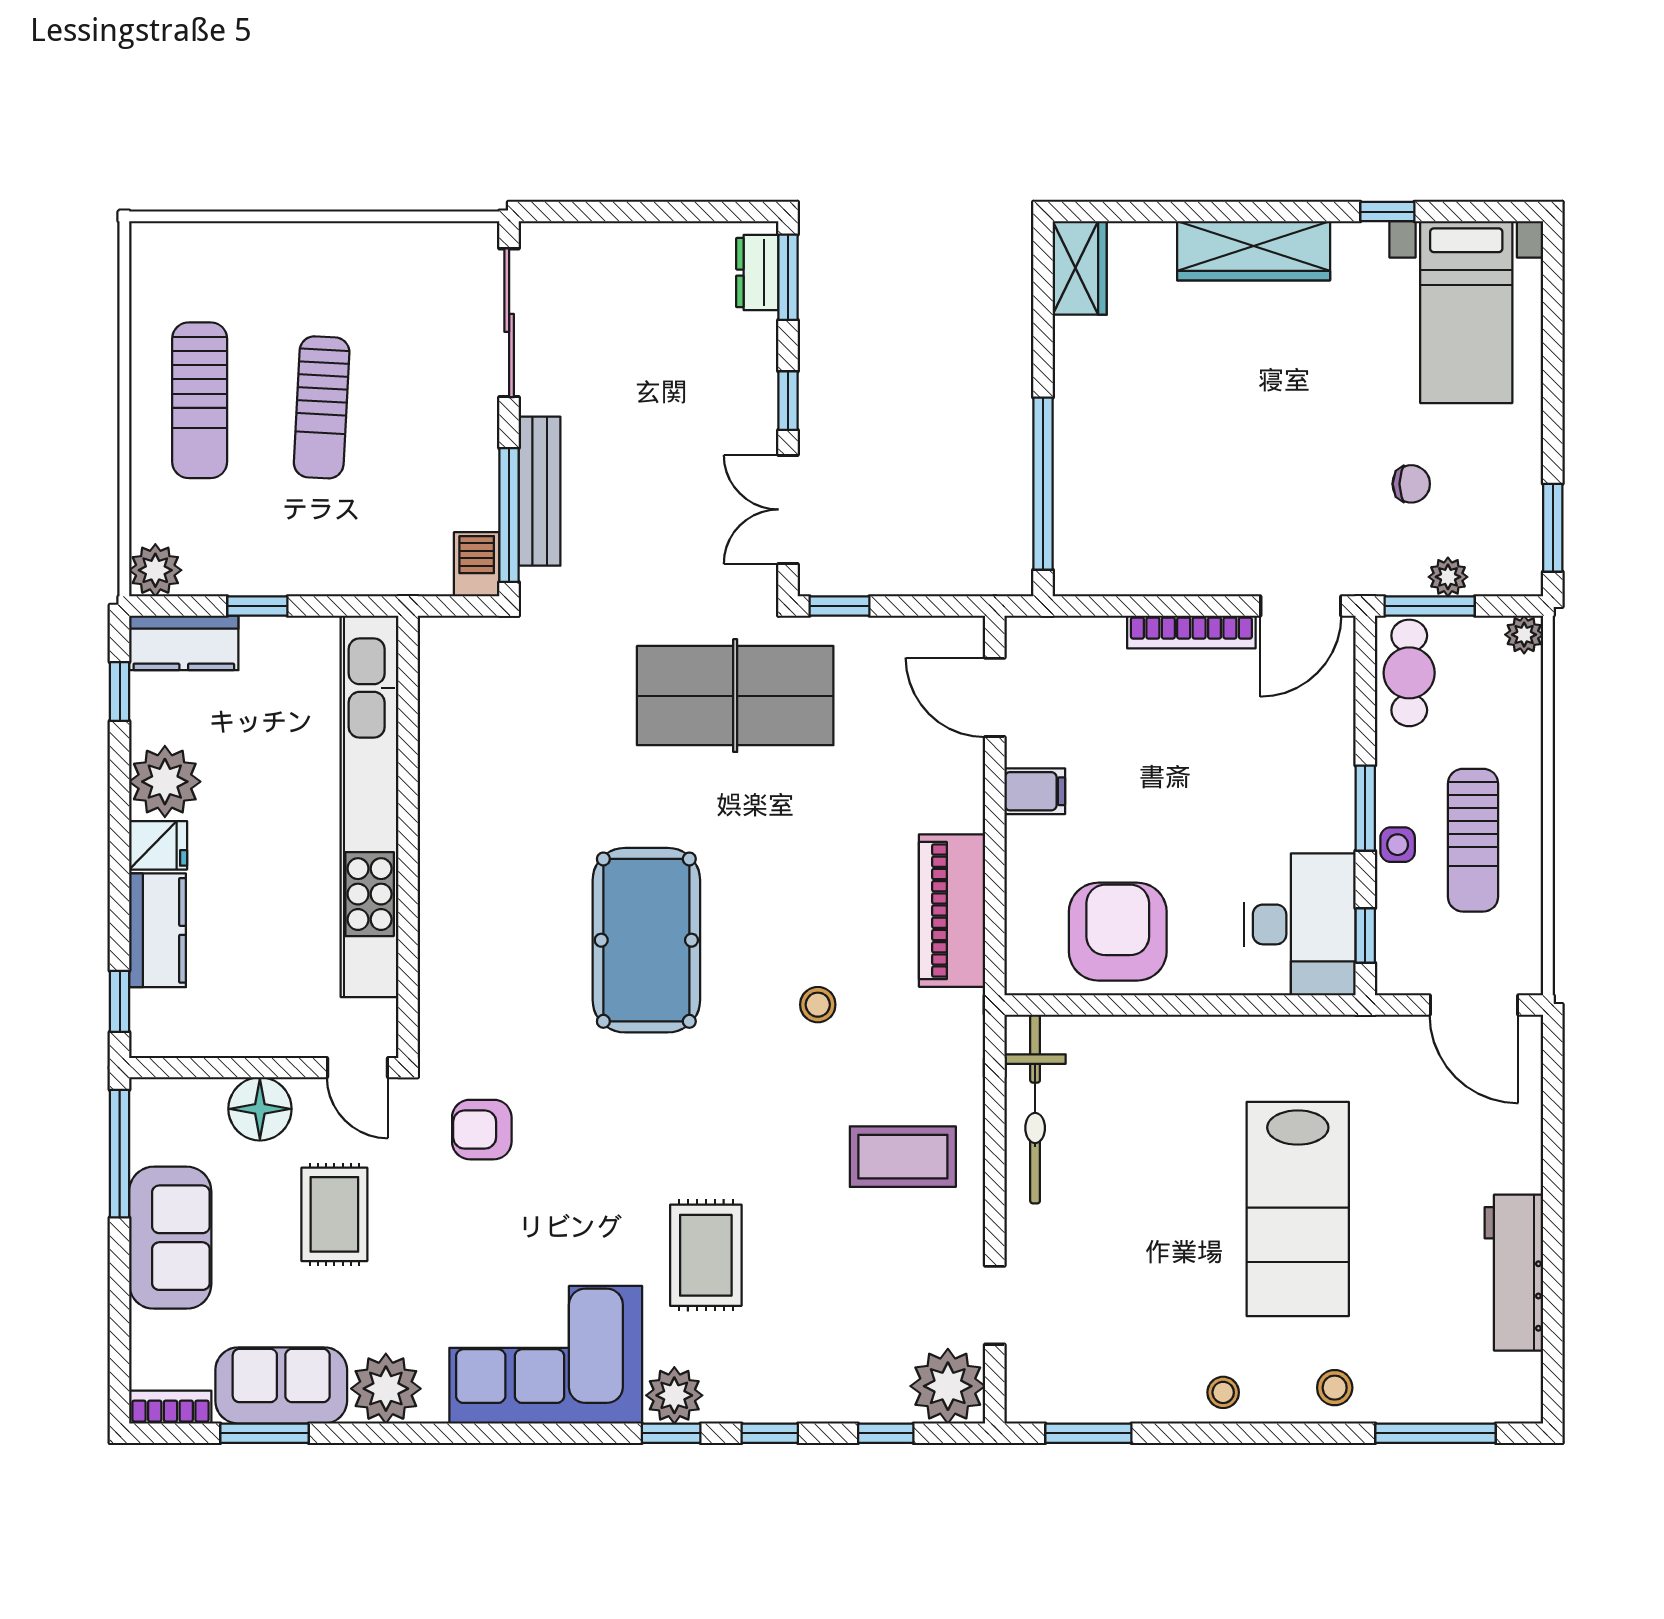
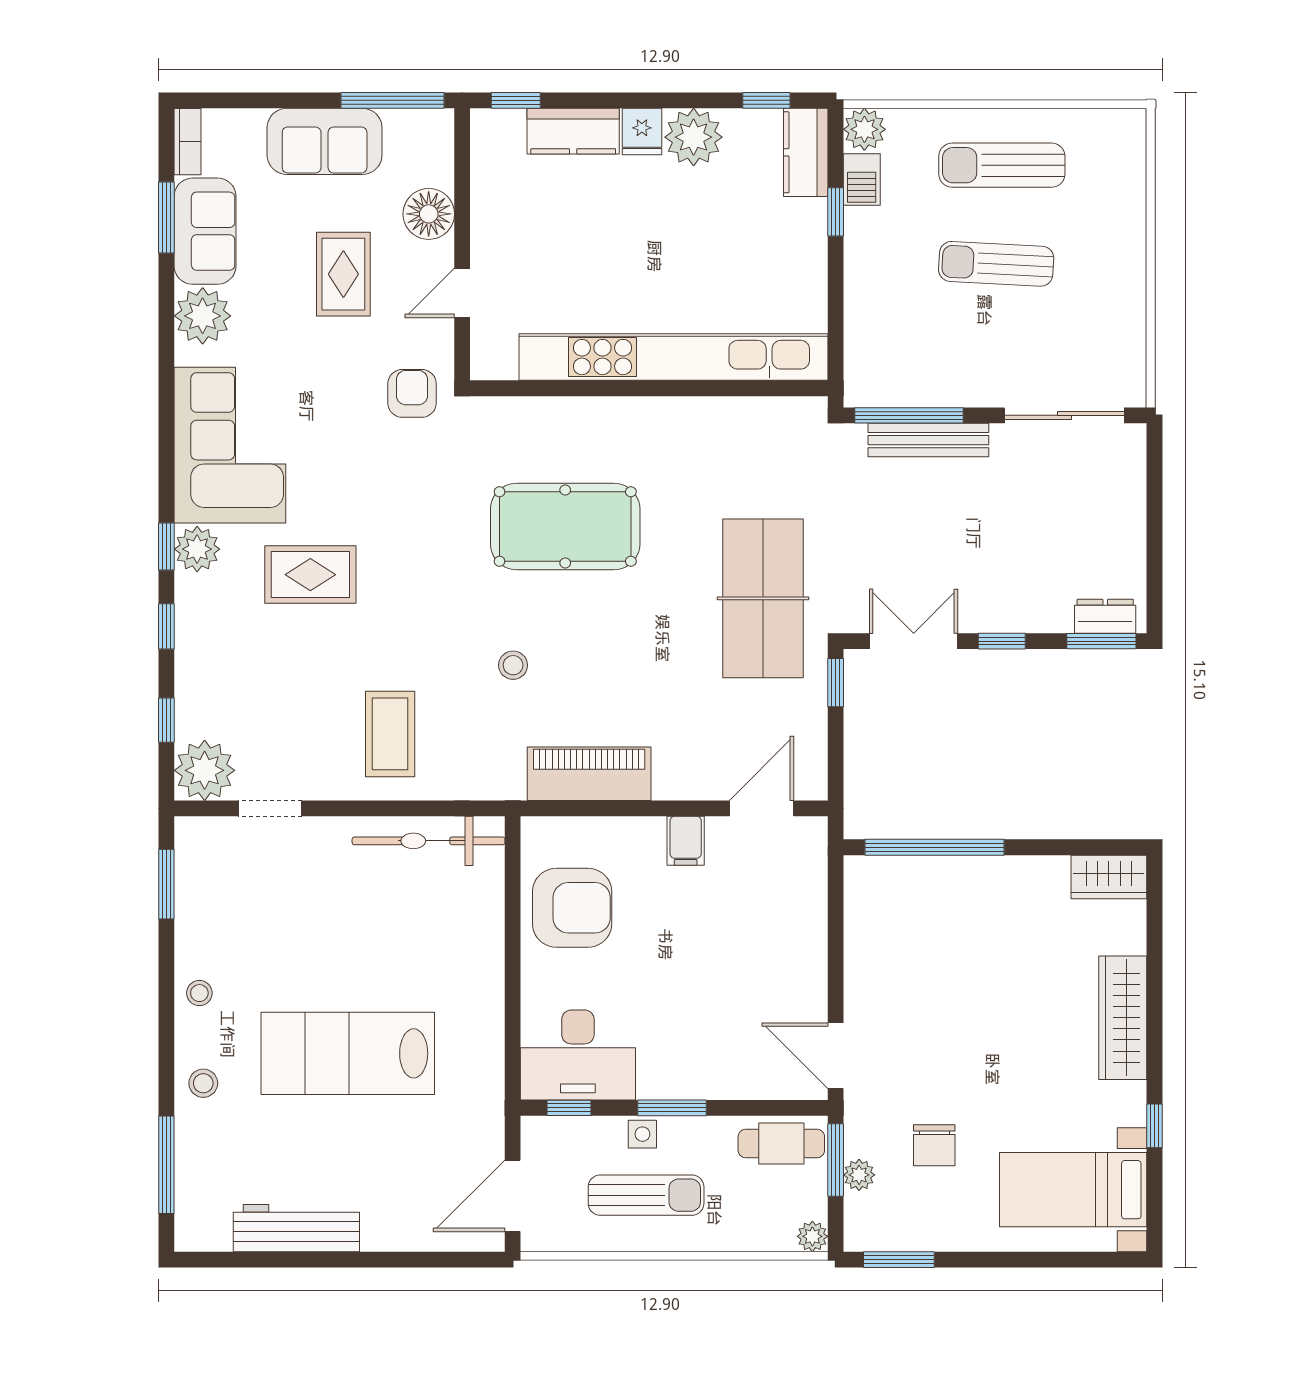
chair: (1411, 484) -> (934, 1145), width x1.37, depth x1.37
barbecue: (477, 564) -> (862, 179), moved, turned 90
bookcase: (1191, 632) -> (814, 967), removed
kitchen unit: (370, 806) -> (673, 357), moved
wall: (408, 837) -> (649, 388), moved
sun lounger: (1473, 840) -> (646, 1195), turned 180
rug: (334, 1214) -> (343, 274), turned 90

